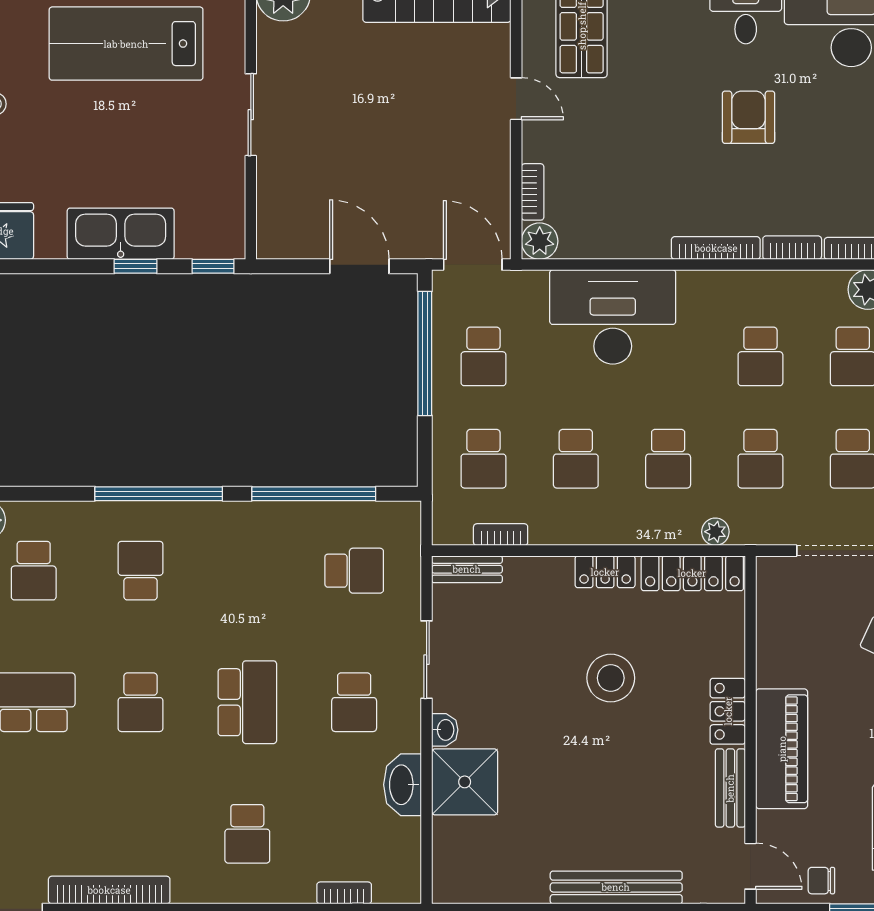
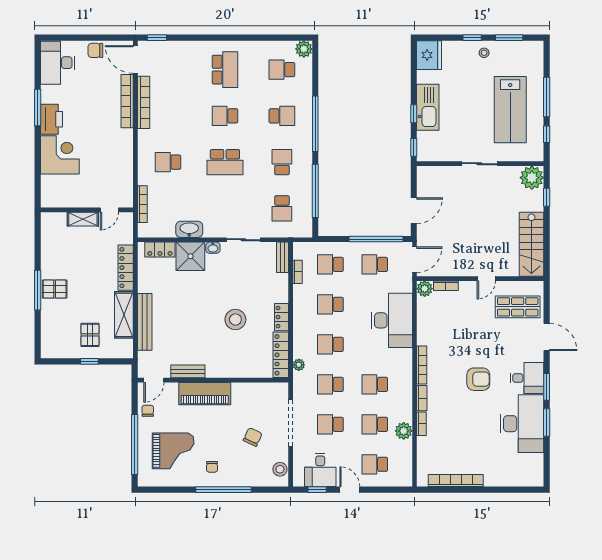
lab bench: (126, 44) -> (510, 110), turned 180
school desk: (354, 702) -> (282, 162), moved, turned 90
locker: (728, 711) -> (160, 250), moved, turned 180
bookcase: (344, 893) -> (142, 204), width x1.56

